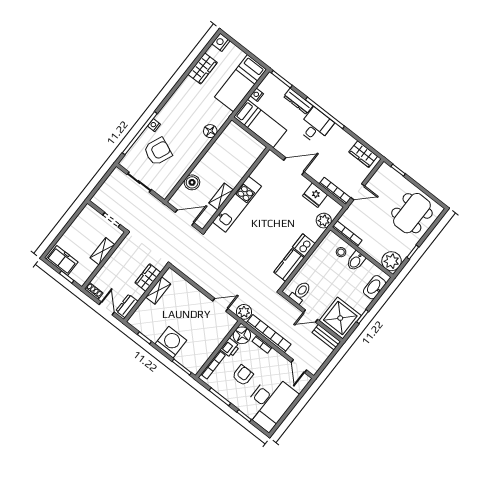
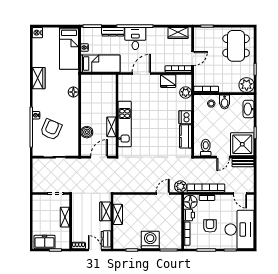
wardrobe: (203, 68) -> (39, 78), moved

